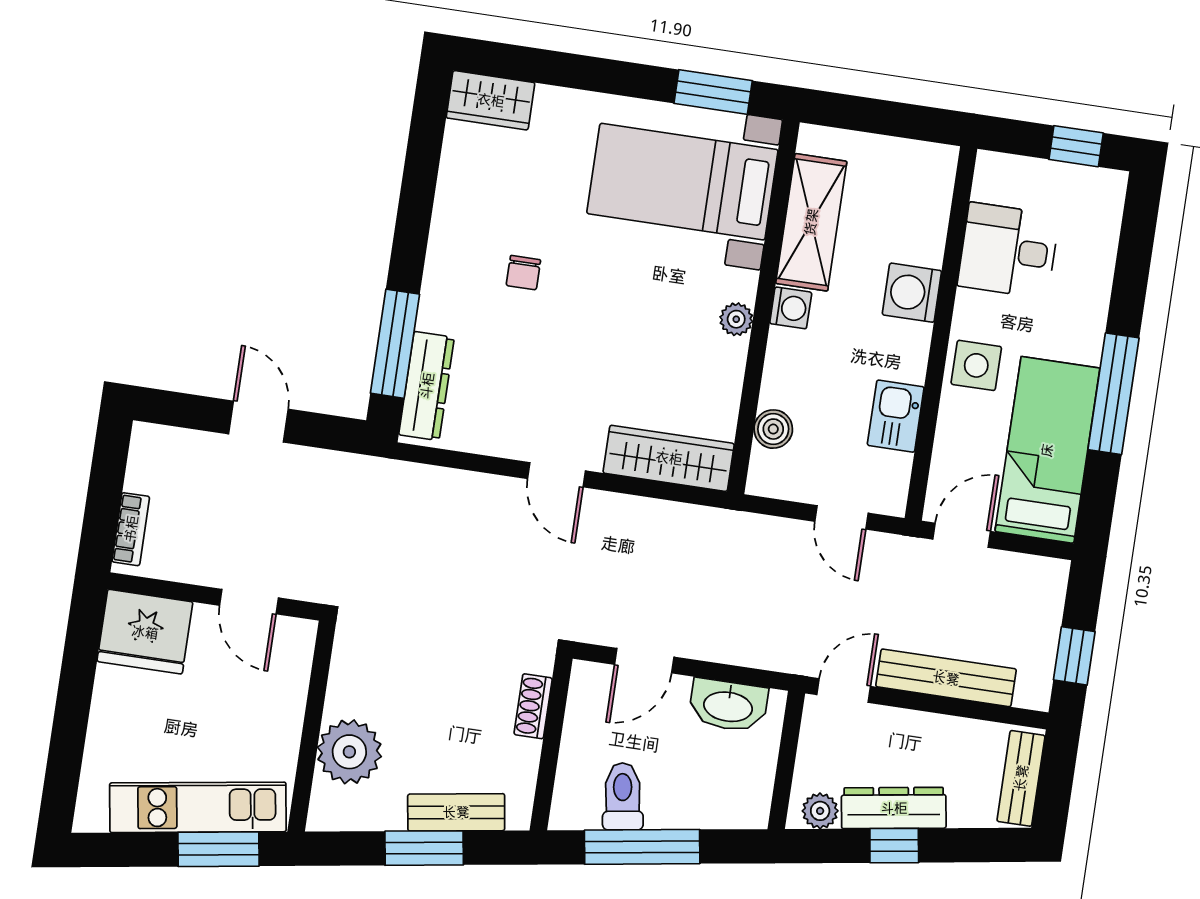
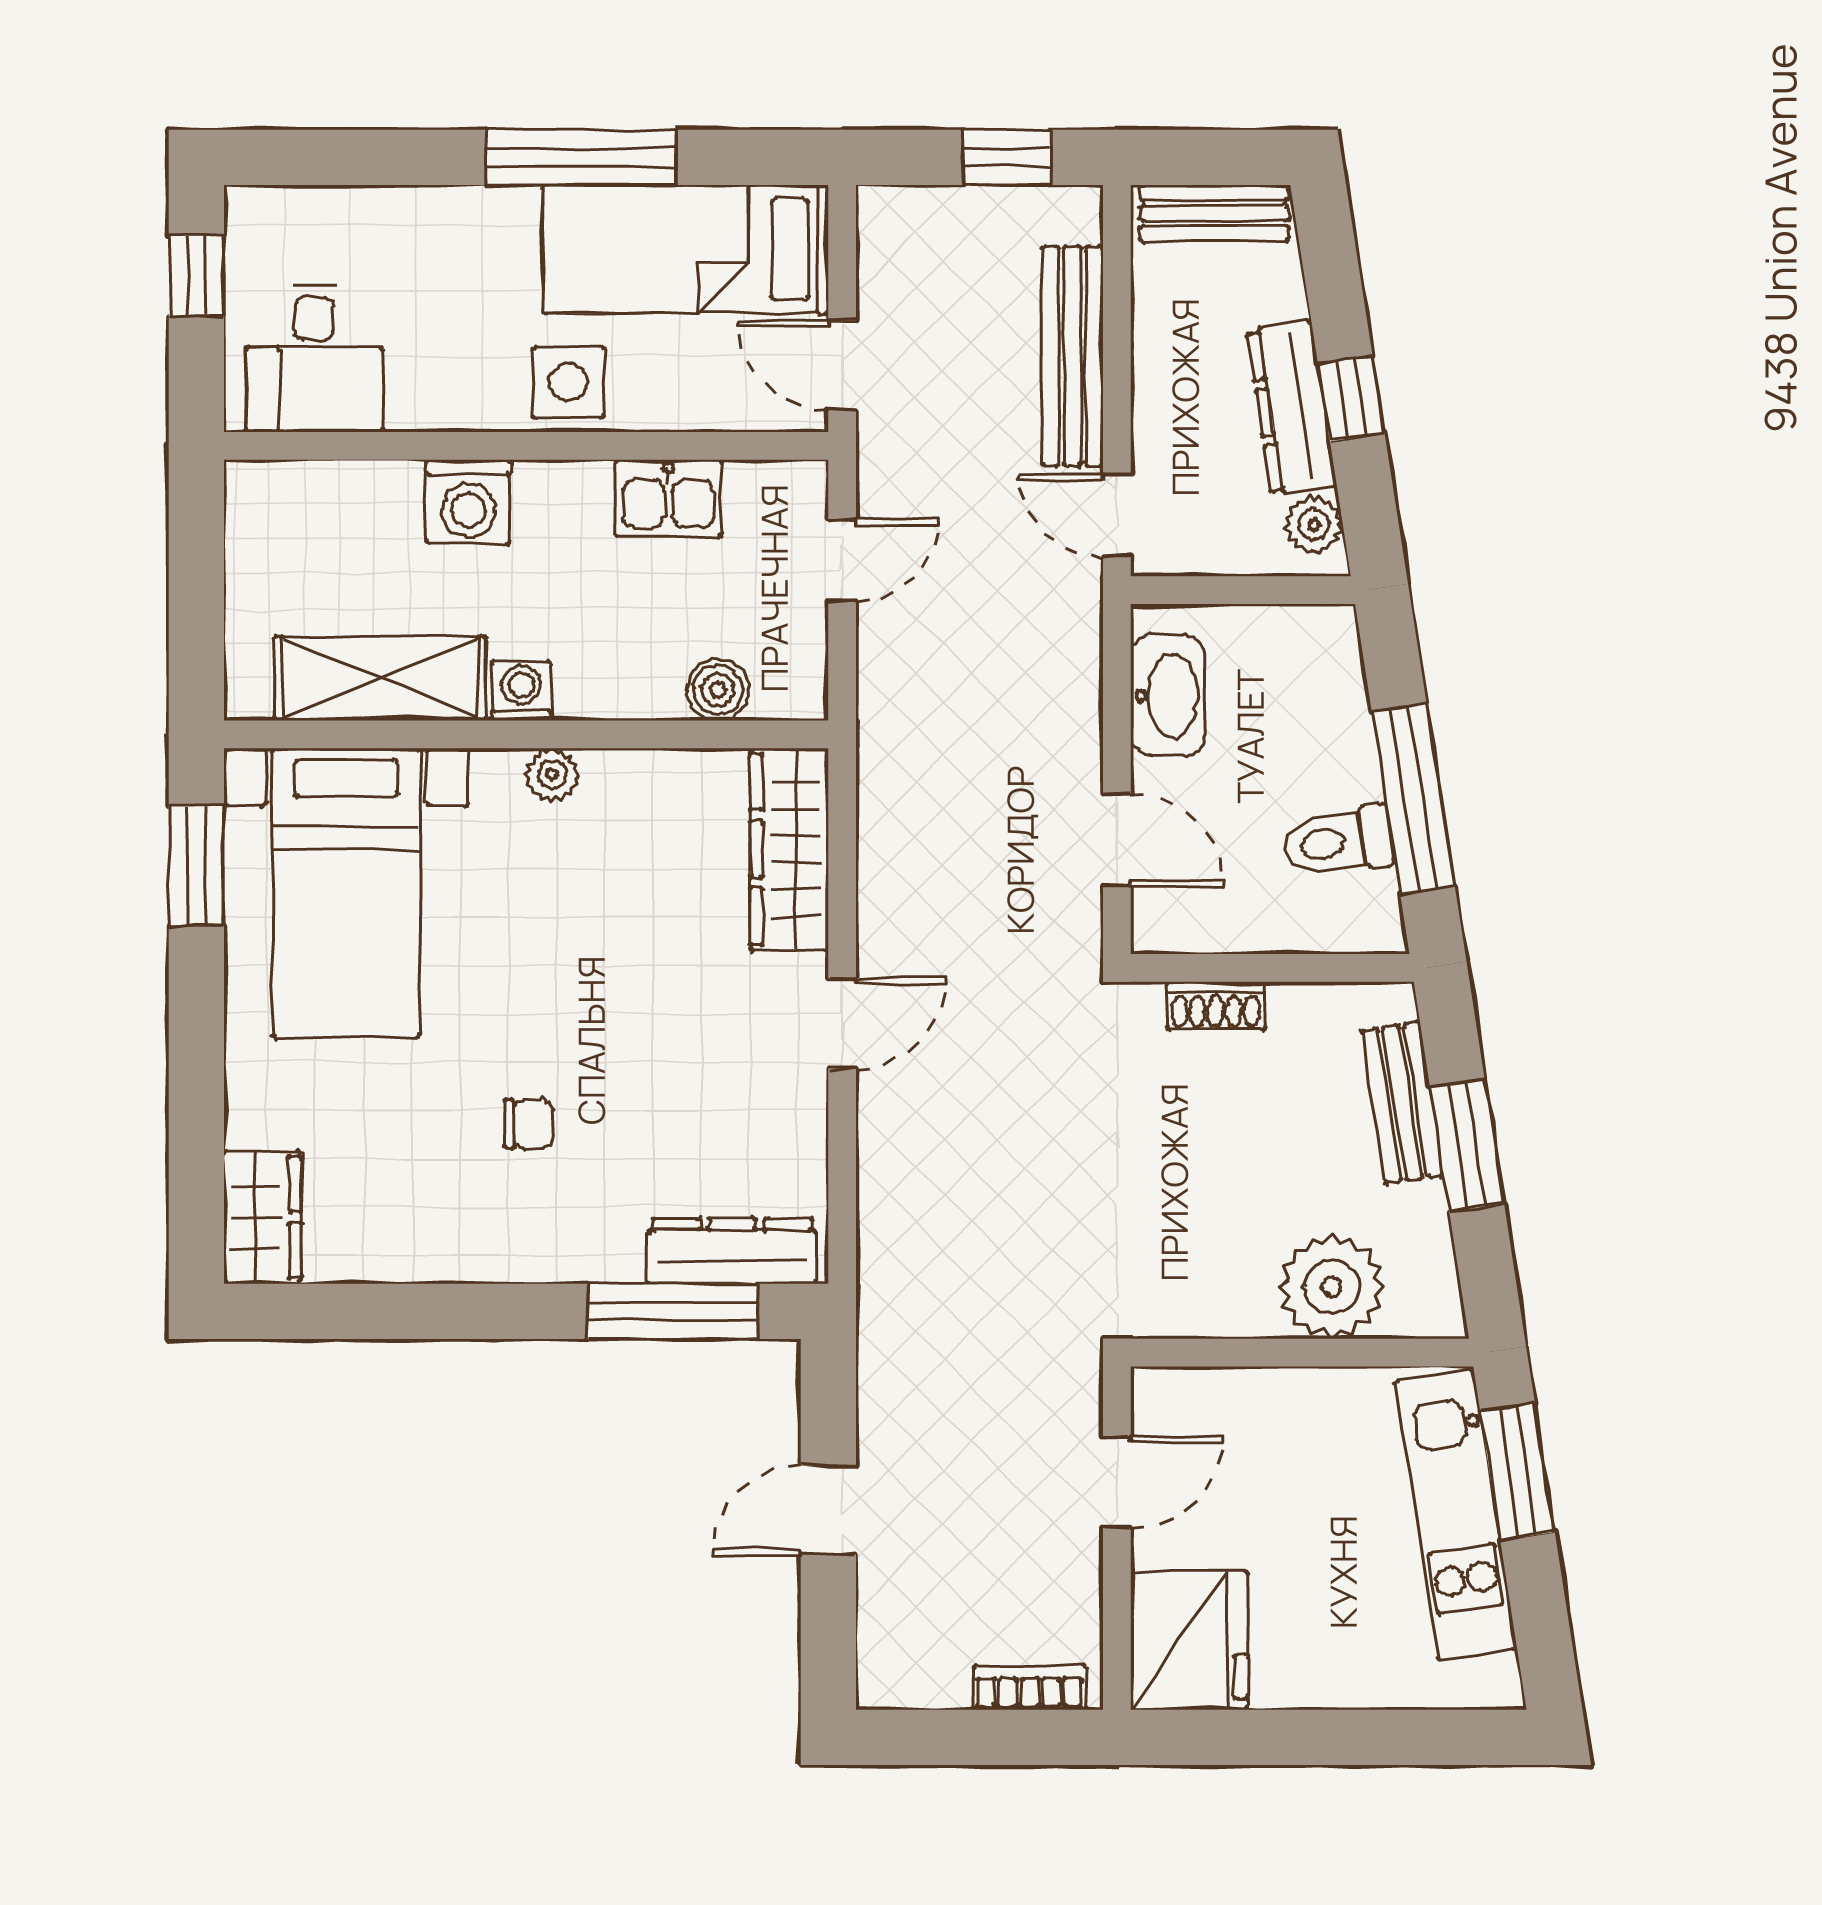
desk: (1008, 250) -> (314, 358), moved

